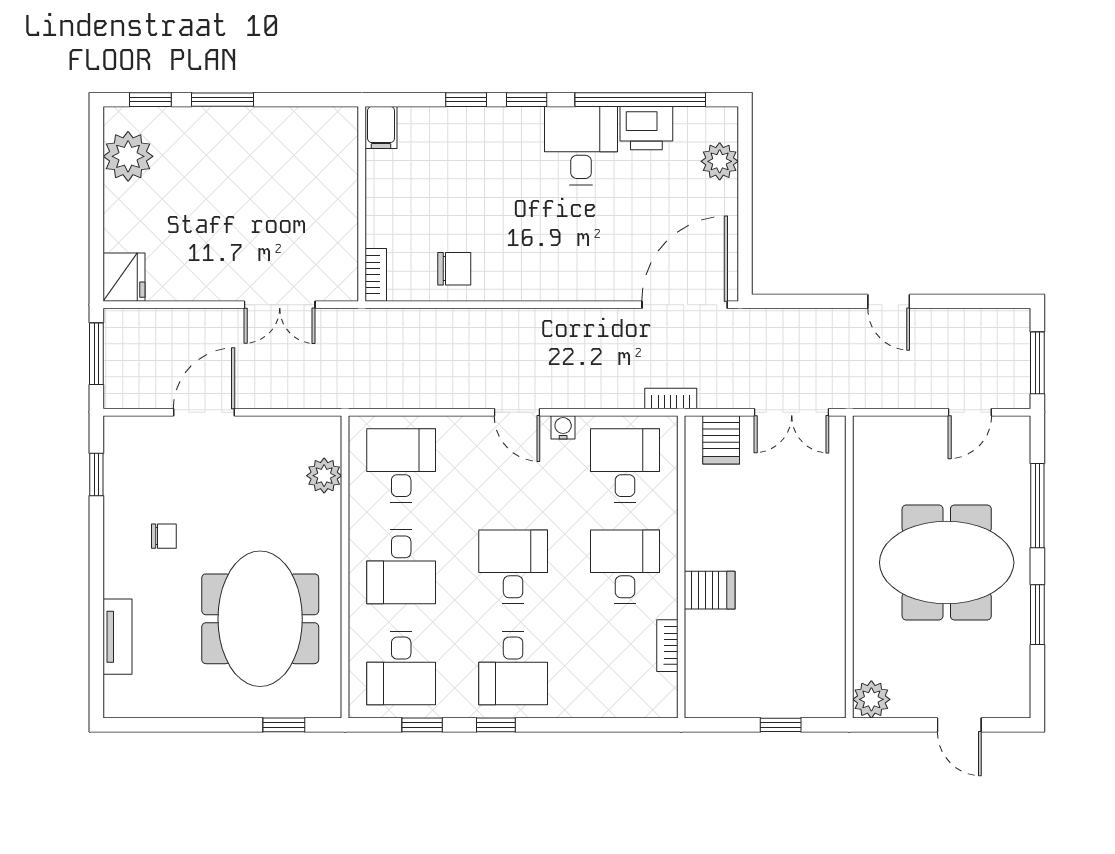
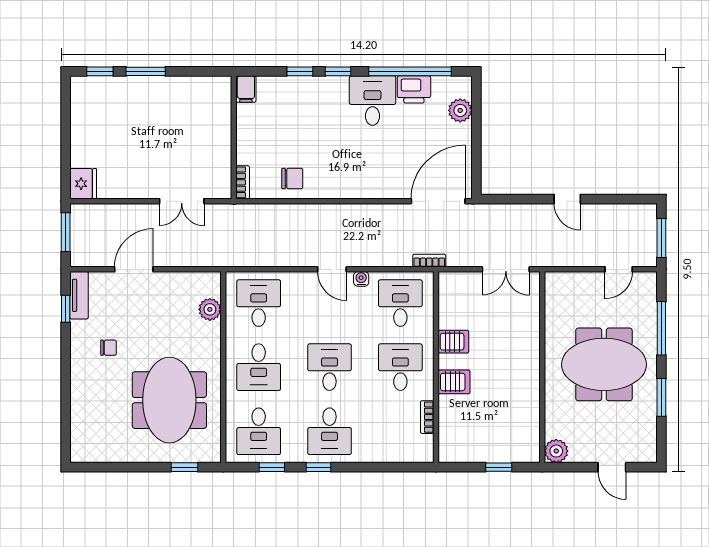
plant: (128, 156) -> (86, 107), removed
server rack: (721, 440) -> (453, 342), moved, turned -90
tv unit: (117, 637) -> (79, 295), moved

